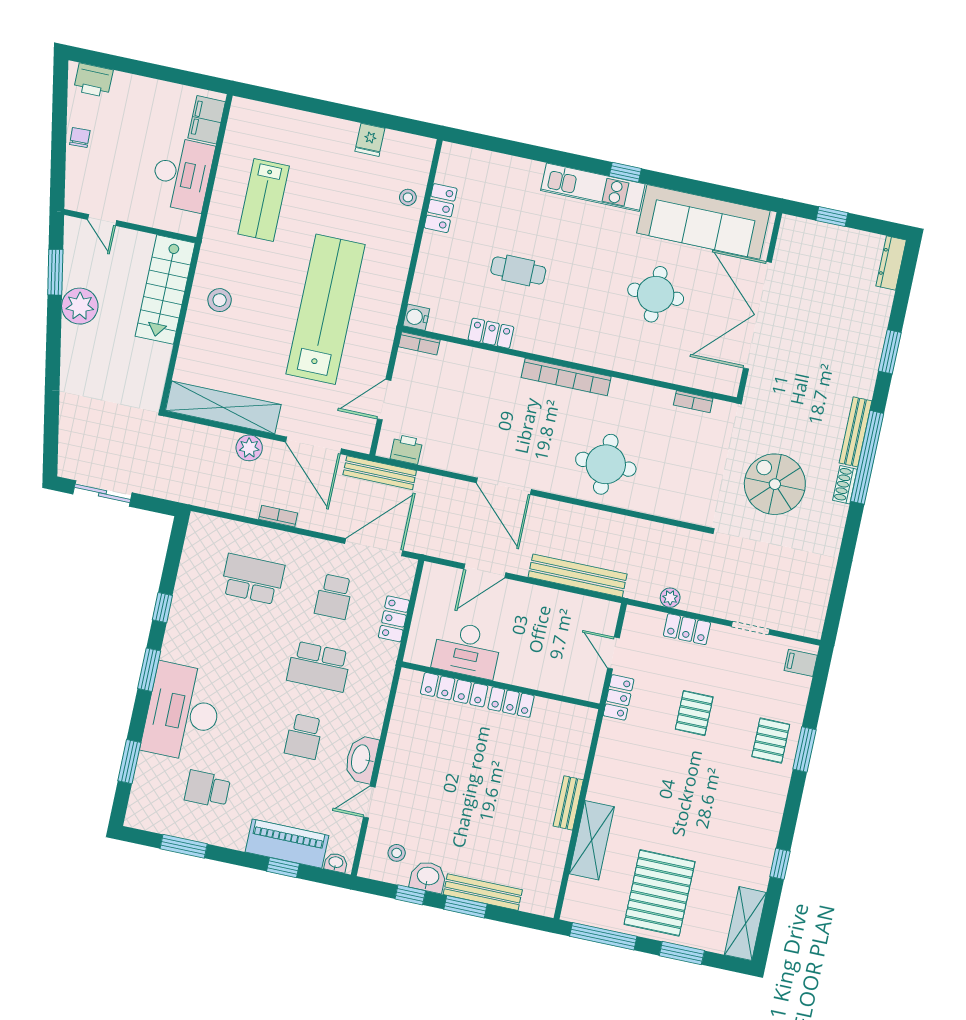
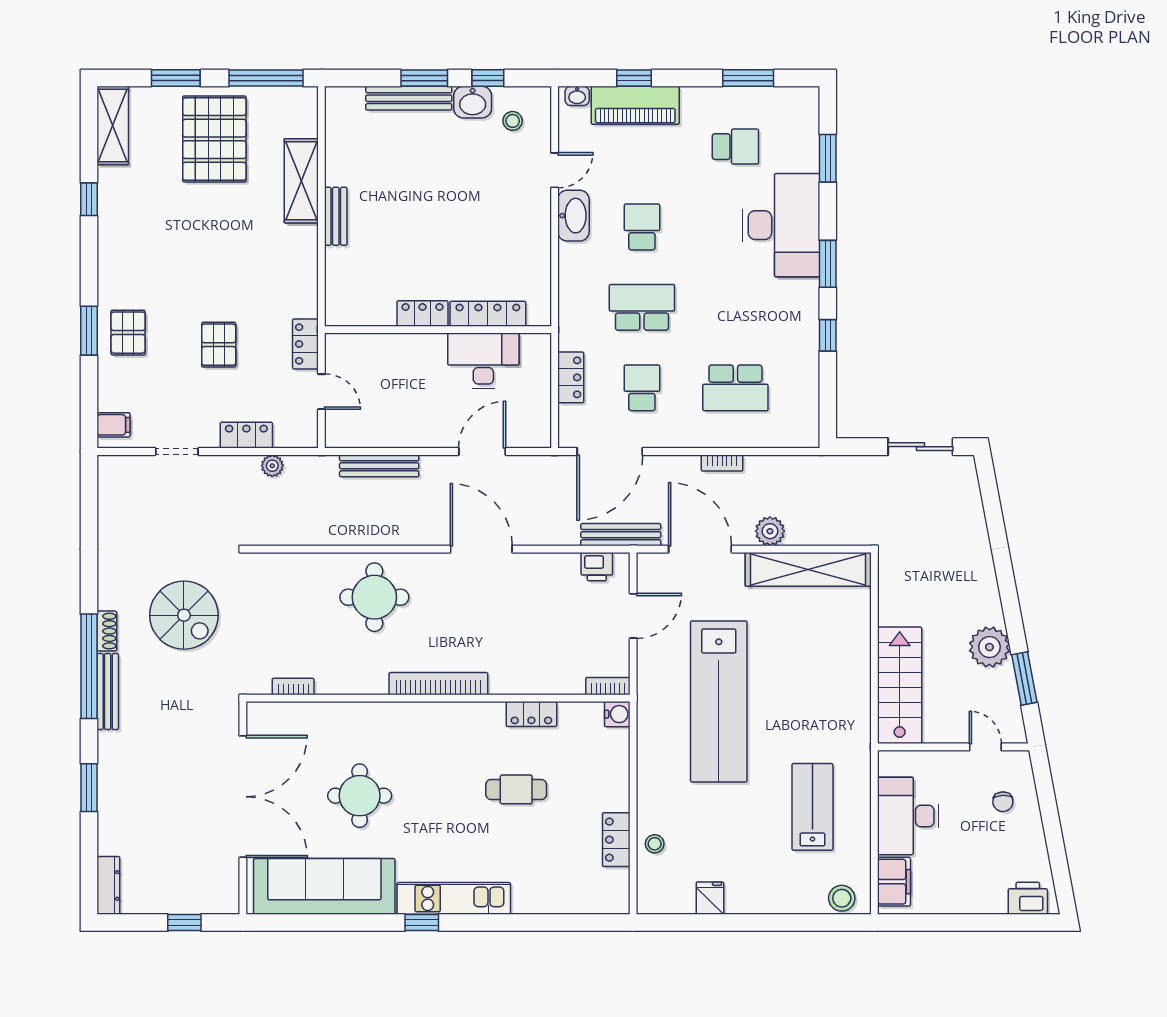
chair: (80, 137) -> (1003, 802), moved
stool: (220, 300) -> (842, 898), moved
bench: (578, 576) -> (379, 466), width x0.73, depth x0.82

